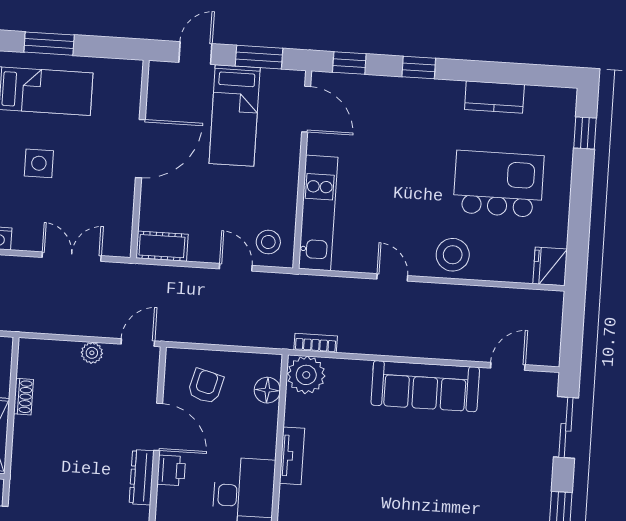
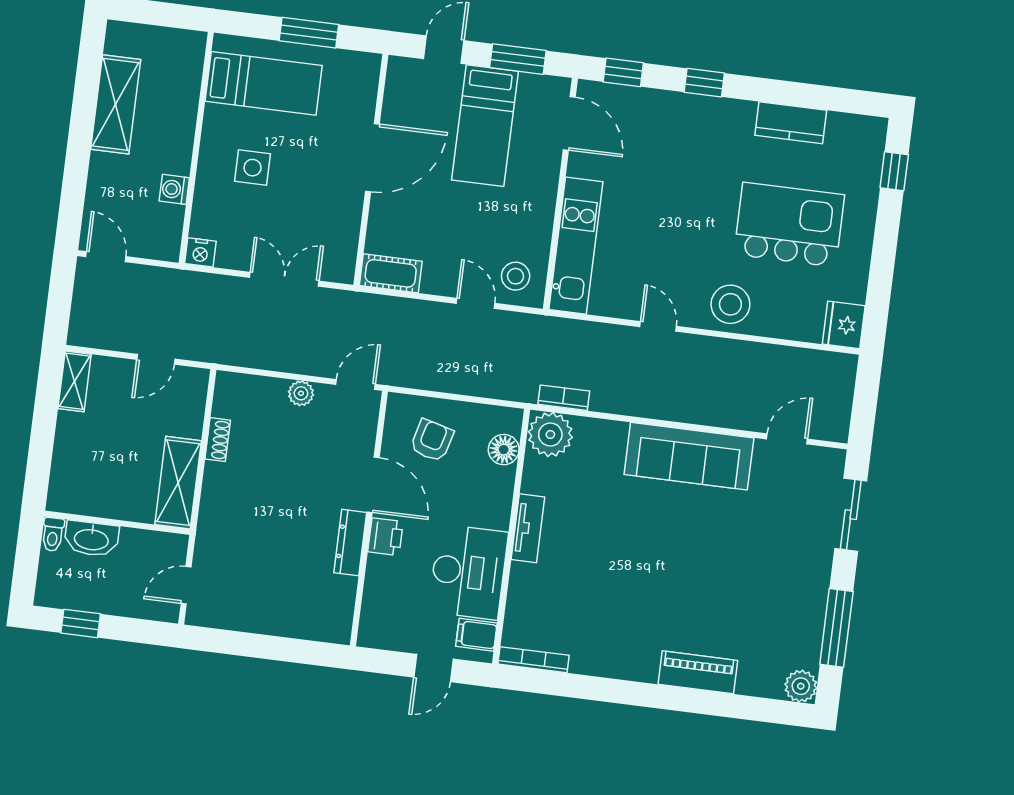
window: (49, 44) -> (309, 33), moved

